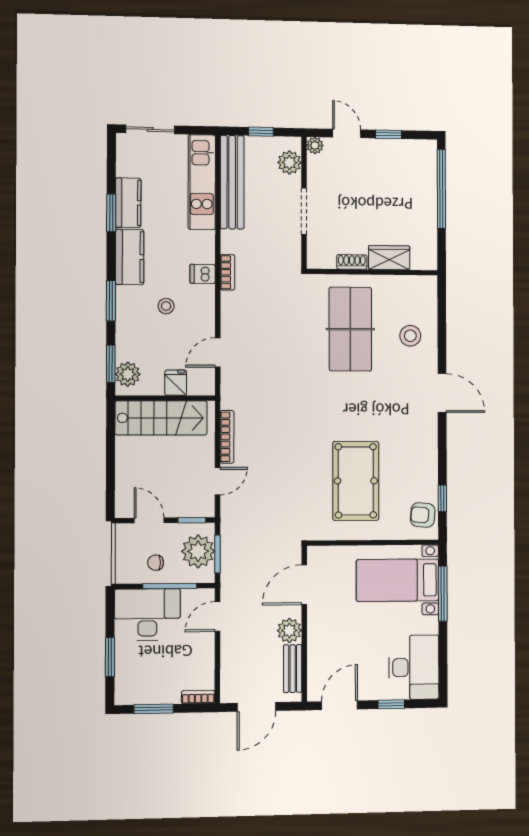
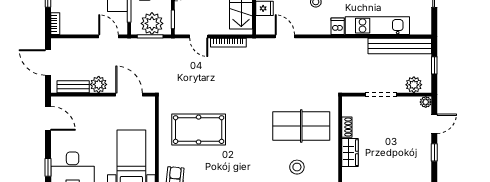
kitchen unit: (202, 182) -> (377, 26), moved
bookcase: (228, 272) -> (339, 43), removed
window: (391, 704) -> (48, 167), moved

